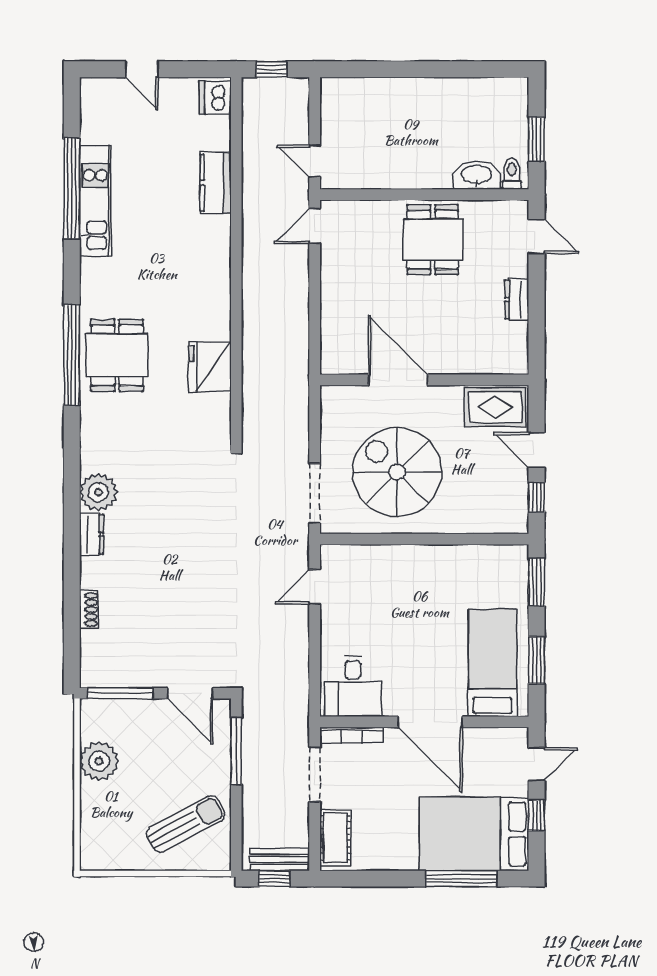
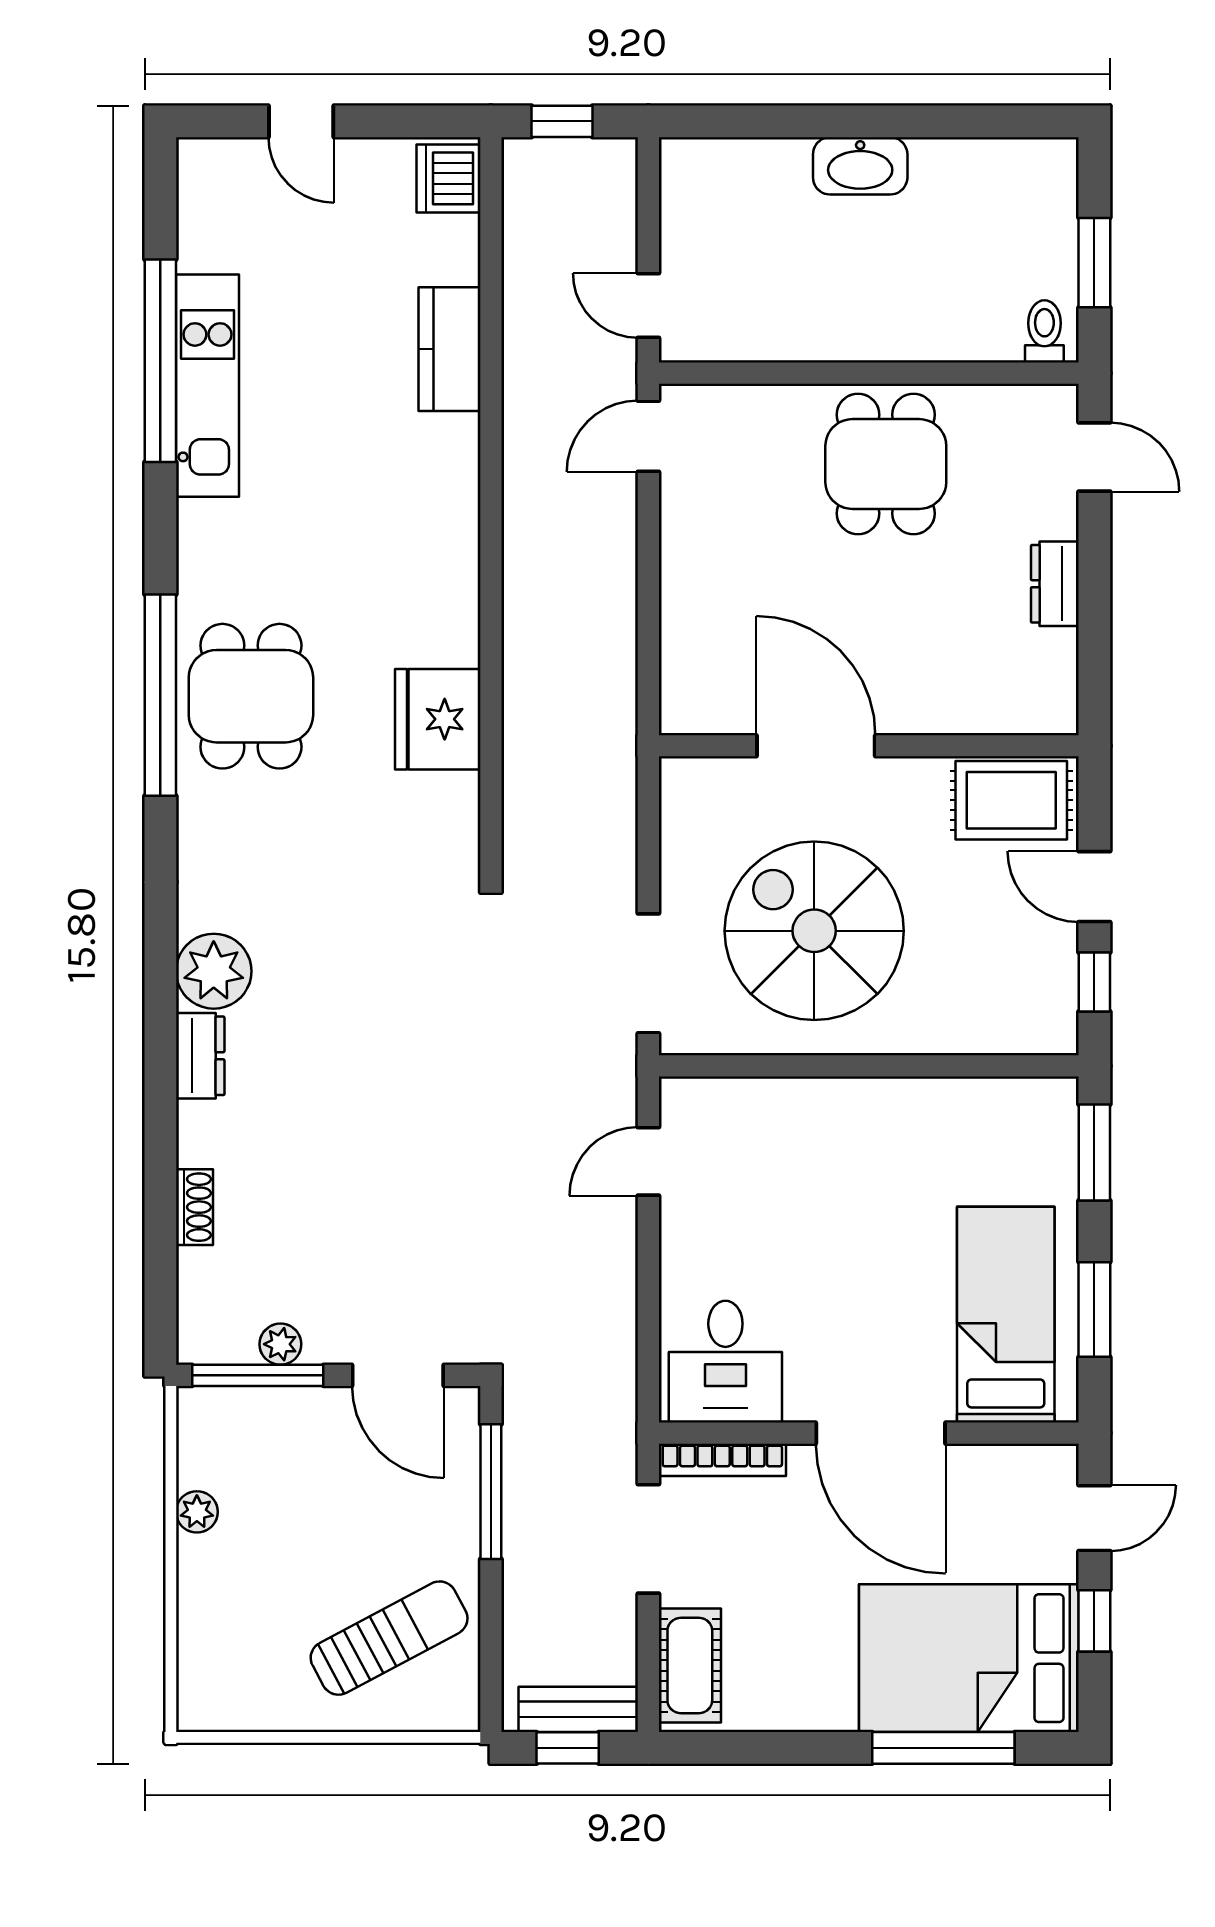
washbasin: (477, 175) -> (860, 166), moved, turned 180
plant: (132, 678) -> (280, 1344), added
plant: (99, 761) -> (197, 1512), width x0.53, depth x0.53

